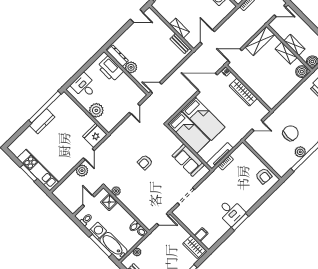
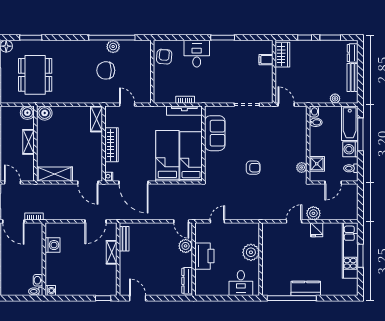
shelving: (286, 53) -> (97, 119), moved
plant: (131, 67) -> (186, 246), moved
printer: (110, 69) -> (204, 256), moved
fridge: (95, 135) -> (317, 230), moved, width x0.53, depth x0.75
desk: (231, 212) -> (197, 54), moved

